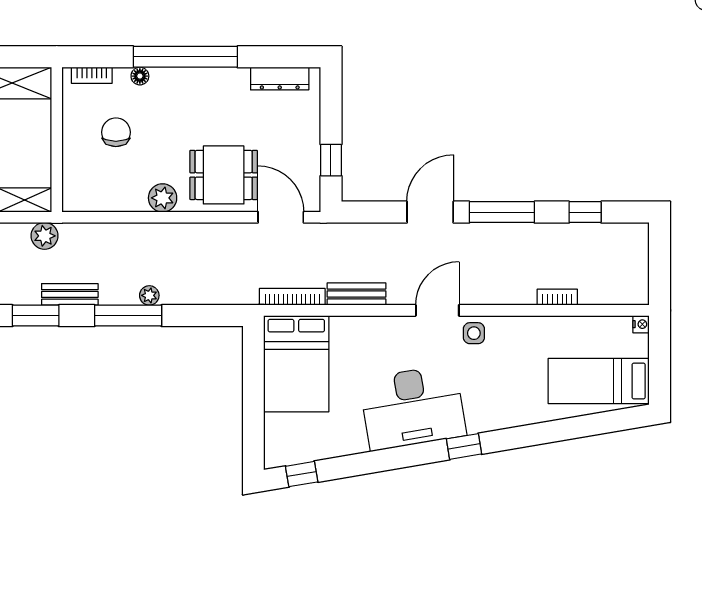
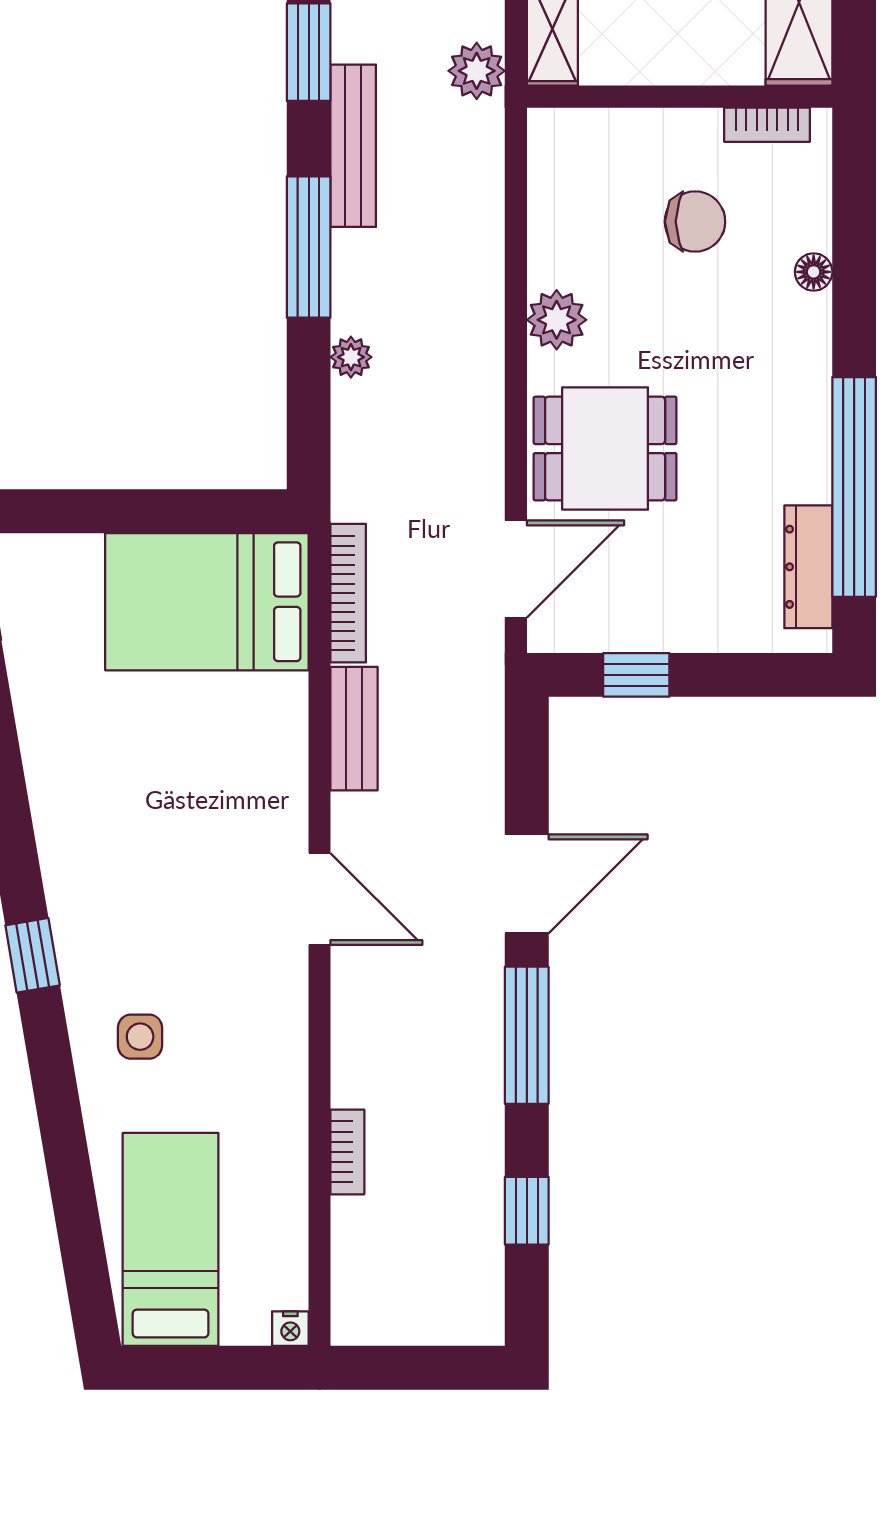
window: (185, 57) -> (854, 487), moved
bookcase: (92, 75) -> (767, 125), moved, turned -90
dining table: (224, 175) -> (605, 449), turned 90
door: (430, 212) -> (527, 884), hinge flipped
bench: (70, 294) -> (353, 146), width x1.36
plant: (149, 295) -> (351, 357), moved
side table: (474, 333) -> (140, 1037), moved
desk: (413, 407) -> (115, 847), removed

